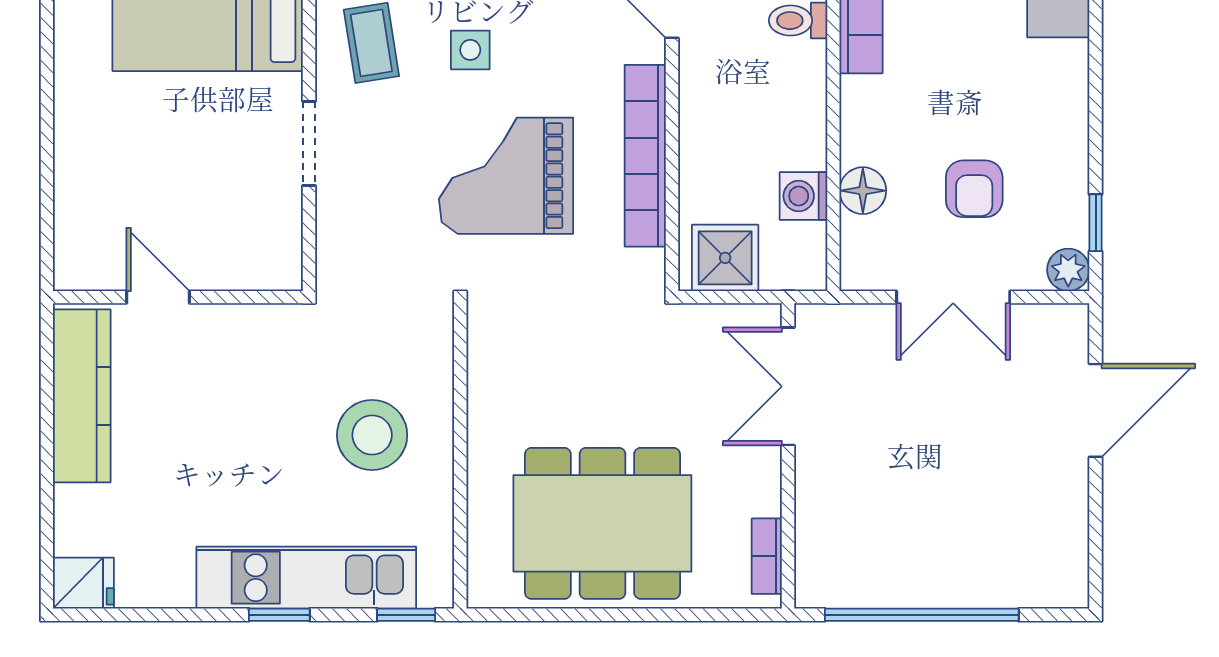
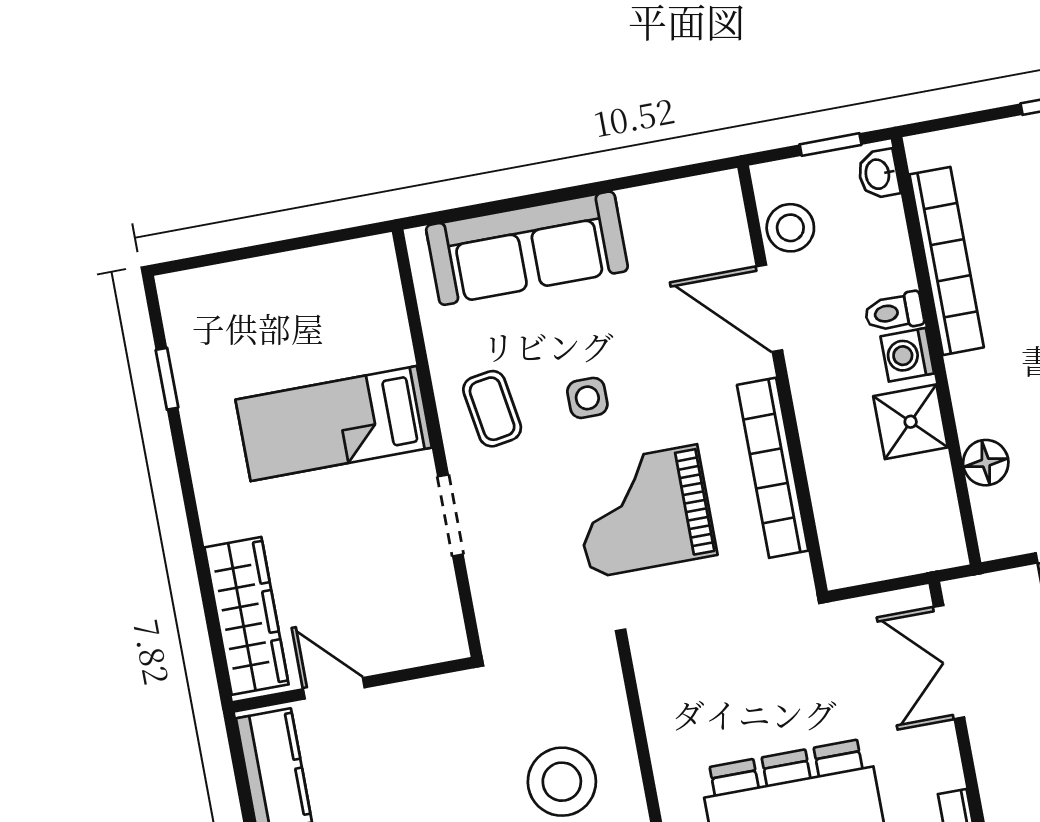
washing machine: (803, 196) -> (907, 355), moved
wardrobe: (83, 207) -> (246, 616), added
shower: (725, 258) -> (911, 422), moved

